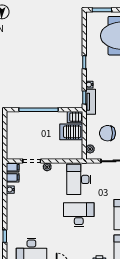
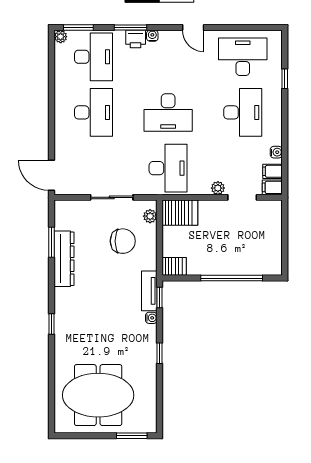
server rack: (71, 132) -> (180, 213), moved
desk: (31, 215) -> (243, 112), added

